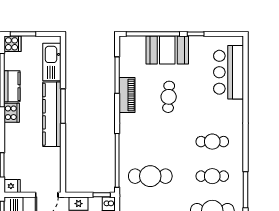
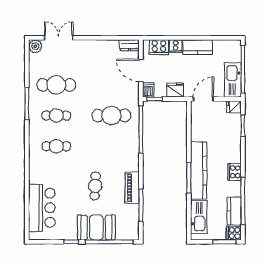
kitchen counter: (12, 86) -> (234, 211), moved

